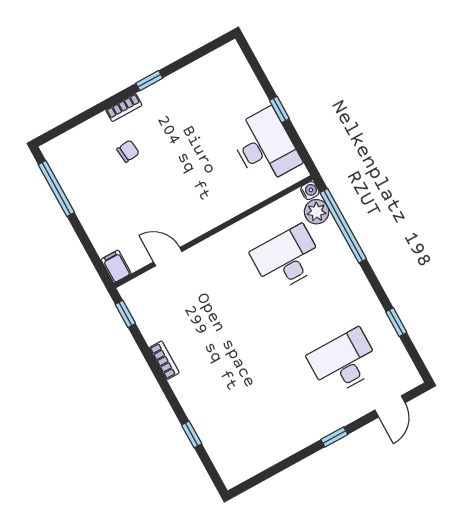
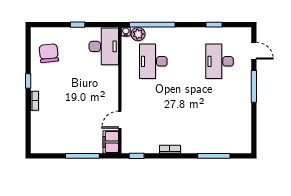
desk: (265, 146) -> (104, 46), moved, turned 90
chair: (128, 151) -> (49, 53), moved, width x1.87, depth x1.87
window: (56, 189) -> (82, 156), moved
filing cabinet: (116, 267) -> (111, 142), width x2.00
window: (192, 434) -> (214, 156), width x2.17
window: (334, 437) -> (254, 86), width x2.17

